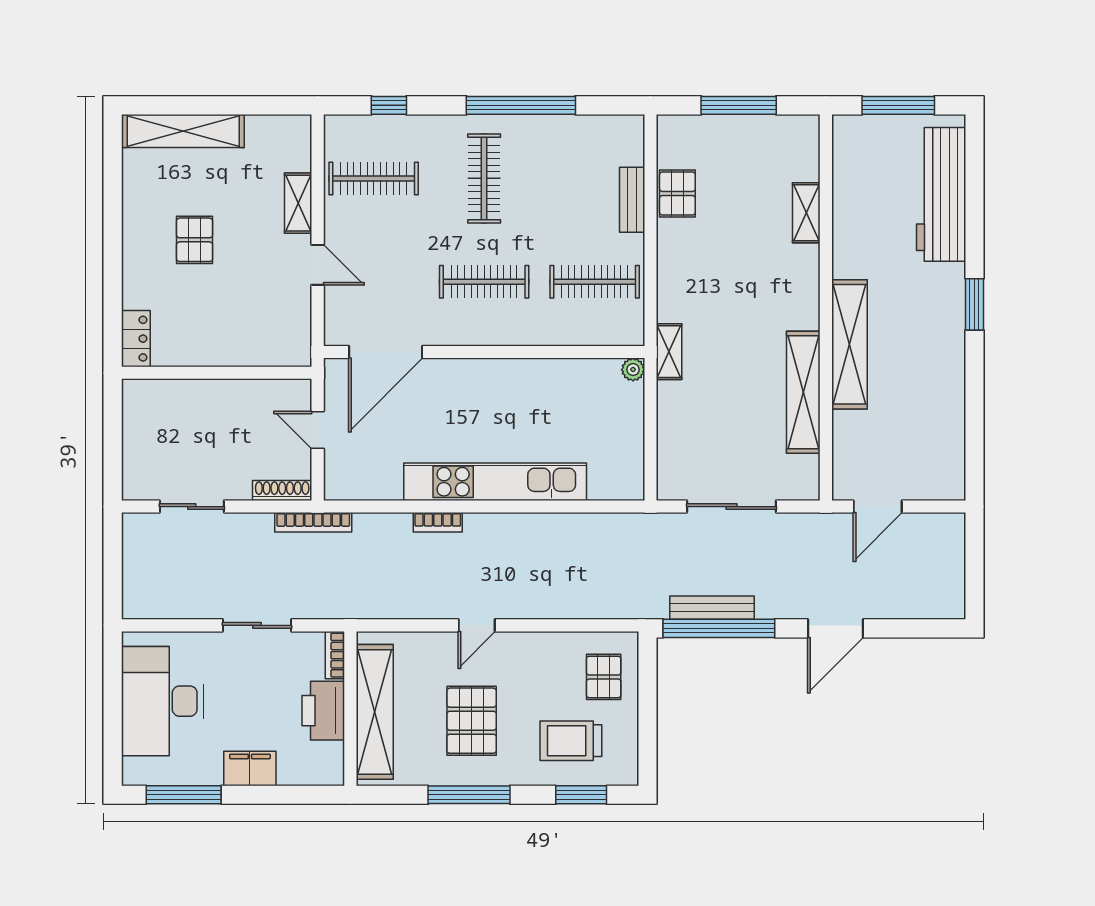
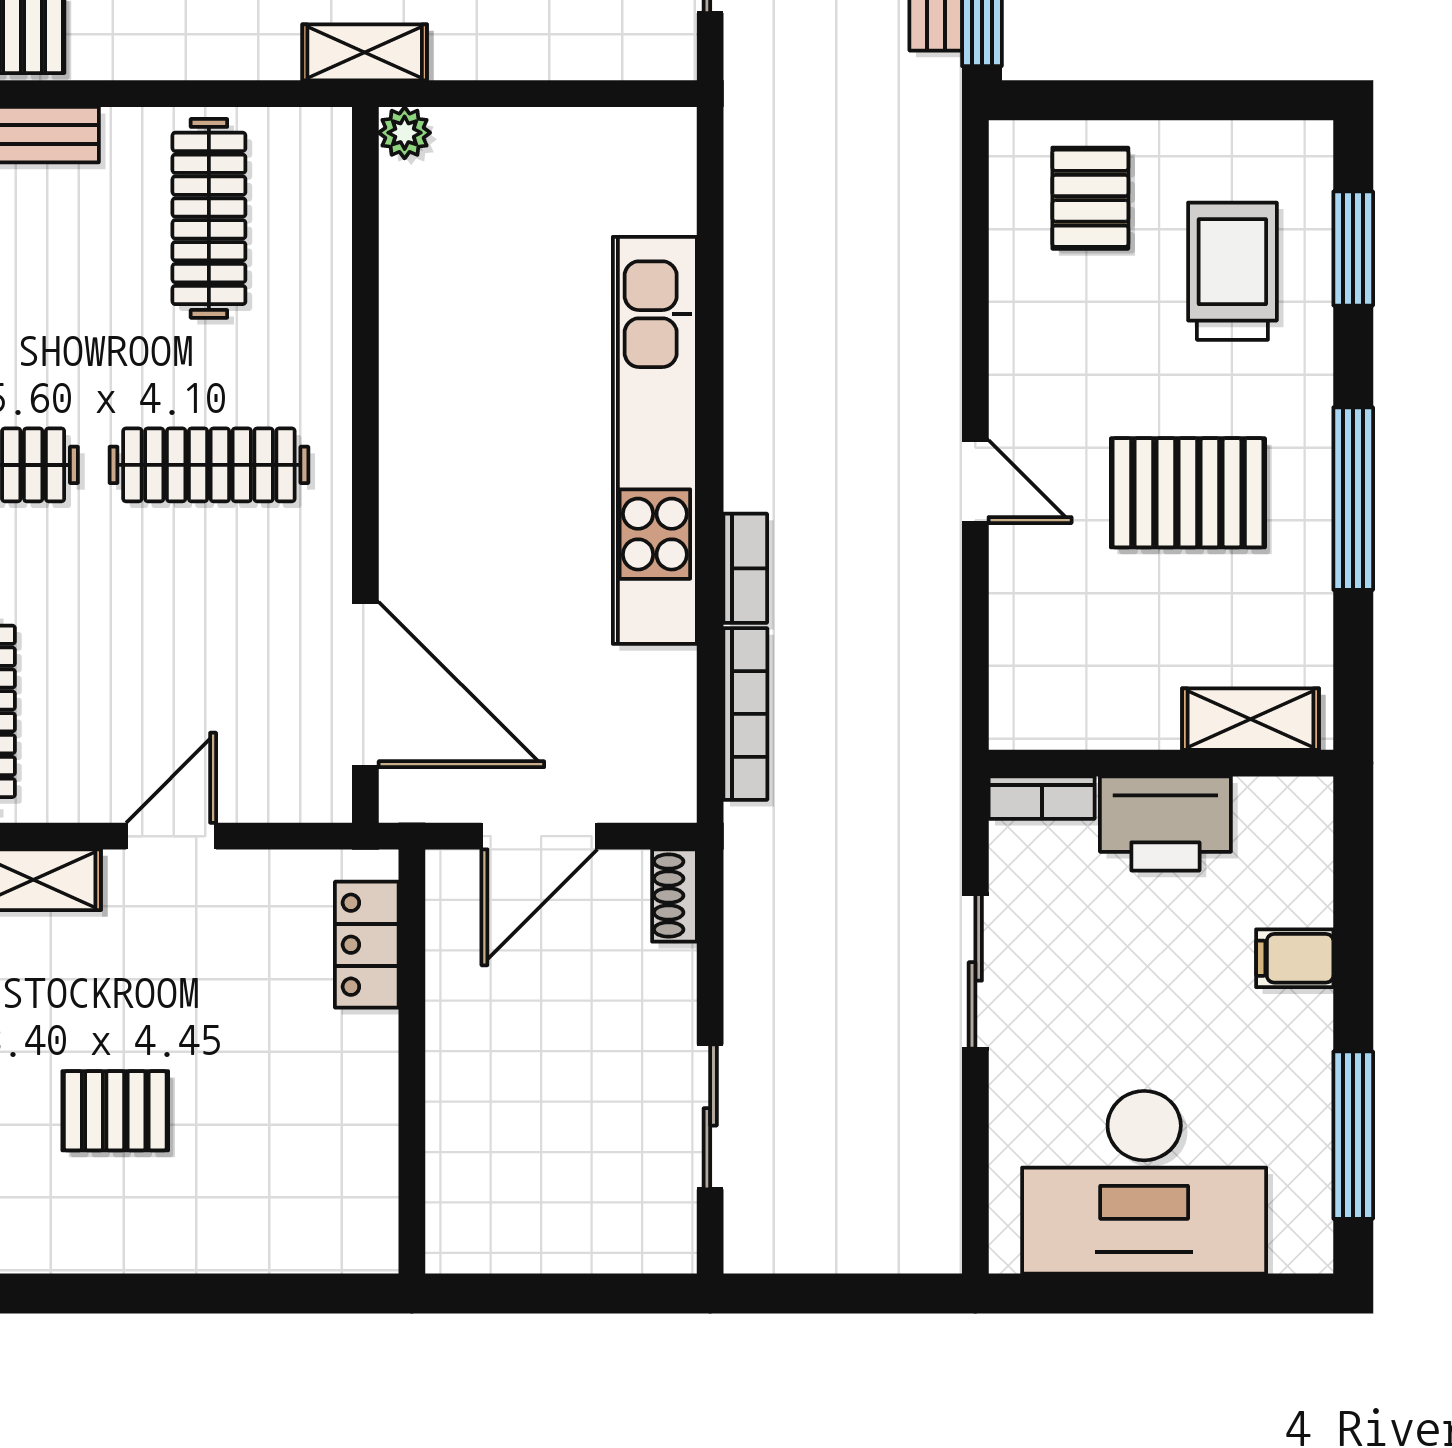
clothes rail: (484, 282) -> (209, 465), turned 90
locker: (136, 339) -> (367, 945), moved, turned -90
door: (318, 430) -> (539, 836), width x1.38
shoe rack: (282, 491) -> (674, 895), width x0.70
bookcase: (313, 522) -> (745, 714), moved
pallet: (604, 677) -> (1090, 198), turned 90
shelving: (375, 712) -> (1251, 719), width x0.45, depth x0.75
trolley: (571, 741) -> (1232, 271), turned 180
filing cabinet: (250, 769) -> (1295, 958), width x0.50

